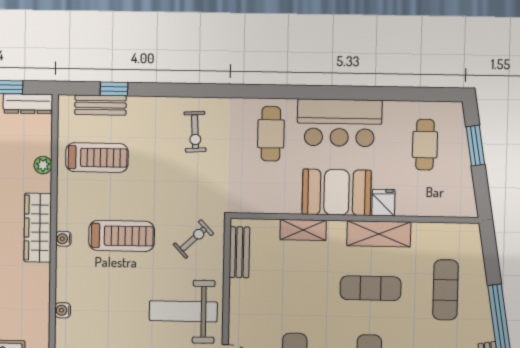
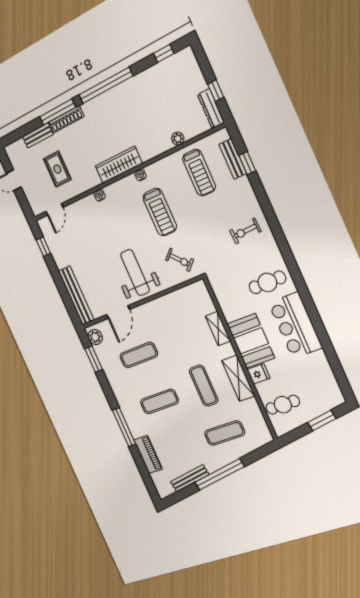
cafe table: (425, 145) -> (283, 405), moved
wardrobe: (38, 228) -> (119, 165), moved
bench: (239, 252) -> (186, 293), removed

